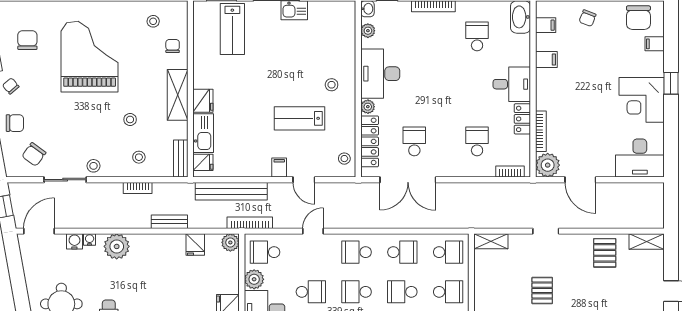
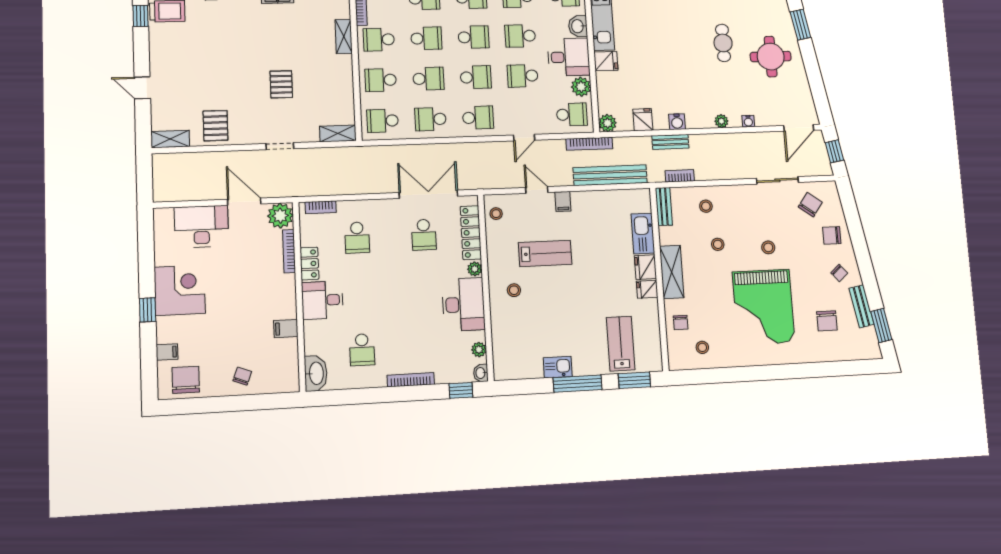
filing cabinet: (546, 25) -> (288, 366), removed
desk: (640, 158) -> (201, 226), moved
fridge: (203, 162) -> (647, 289), moved
stool: (93, 166) -> (768, 247), moved
bookcase: (138, 188) -> (680, 176), moved
water cooler: (74, 241) -> (677, 122), moved
plant: (117, 246) -> (721, 121), width x0.53, depth x0.53

